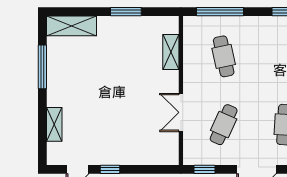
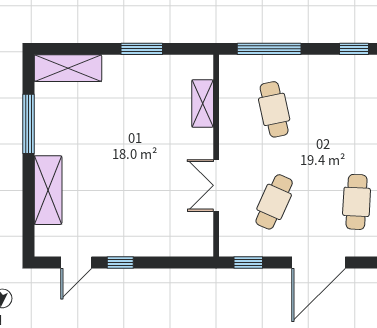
shelving: (54, 124) -> (48, 190), width x1.50, depth x1.33

